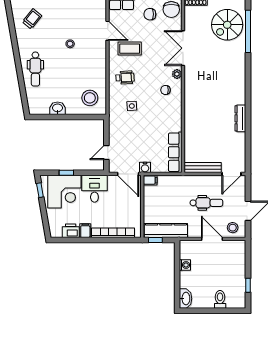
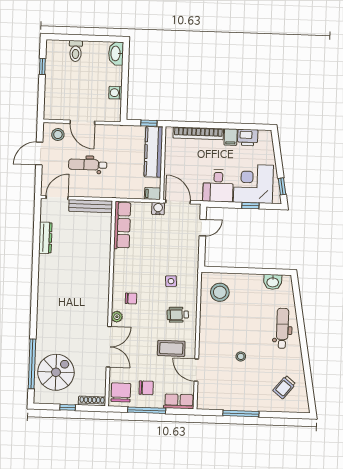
washbasin: (58, 108) -> (273, 282), moved
dresser: (240, 118) -> (45, 238), moved
kitchen counter: (166, 231) -> (153, 152), moved, turned 90

